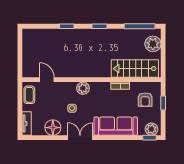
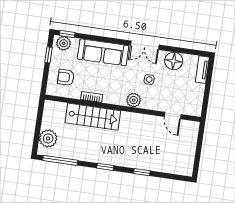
stairs: (135, 69) -> (93, 117), moved
coffee table: (29, 95) -> (195, 101), removed
armchair: (145, 100) -> (66, 77), turned -90
window: (163, 103) -> (49, 55), moved

